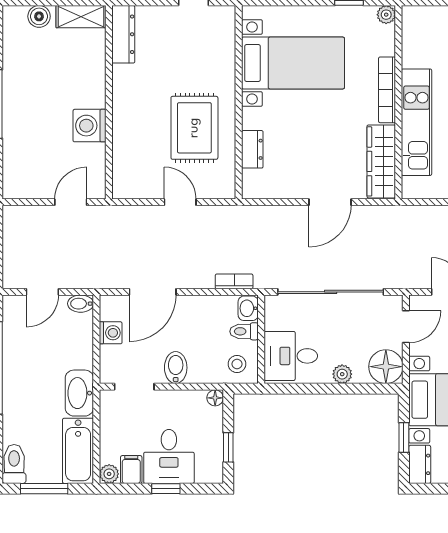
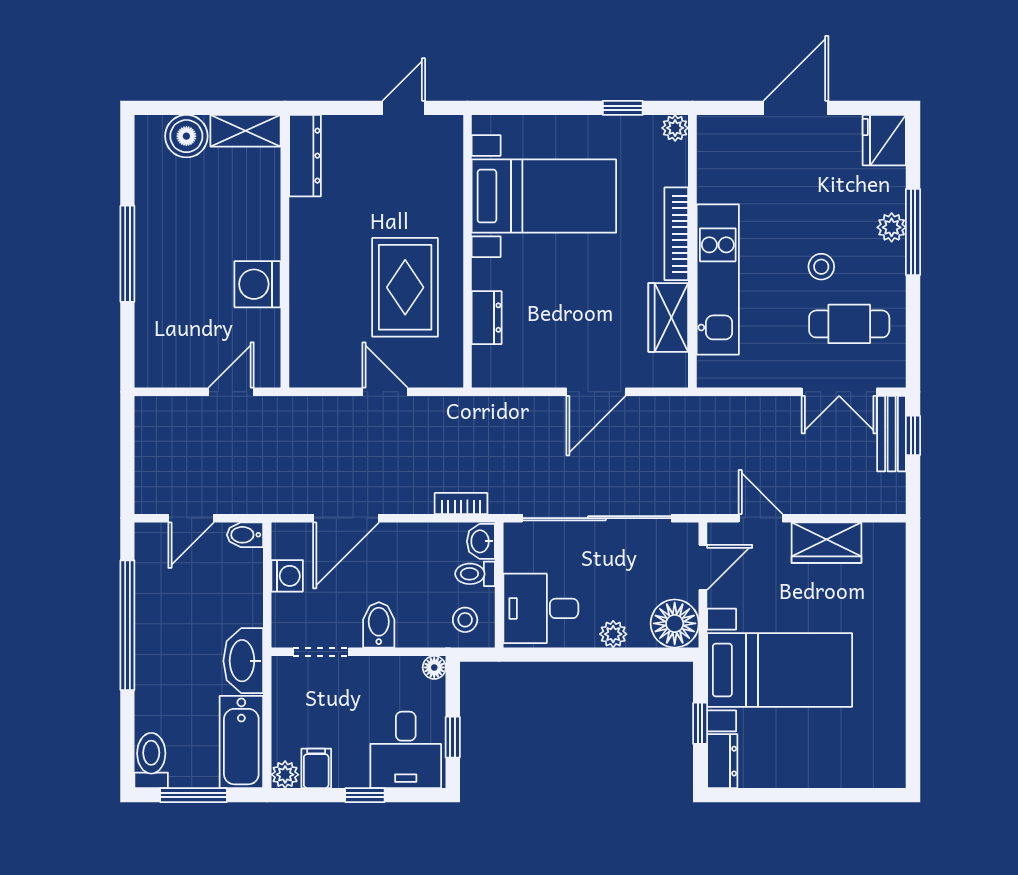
boiler: (39, 16) -> (186, 136), width x1.36, depth x1.36
wardrobe: (381, 161) -> (668, 317), width x0.67
desk: (169, 456) -> (406, 750), moved

